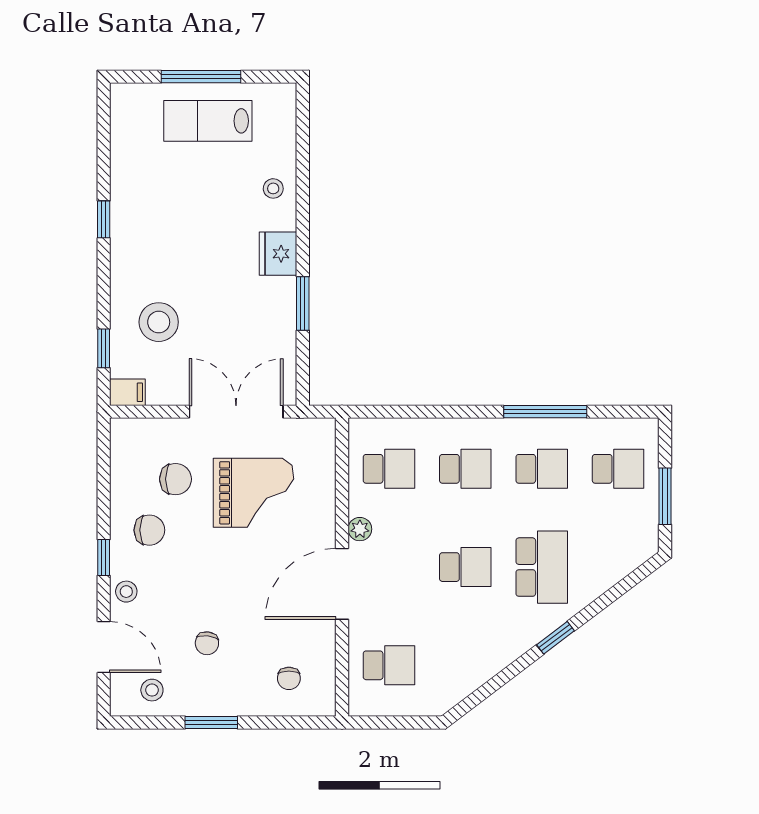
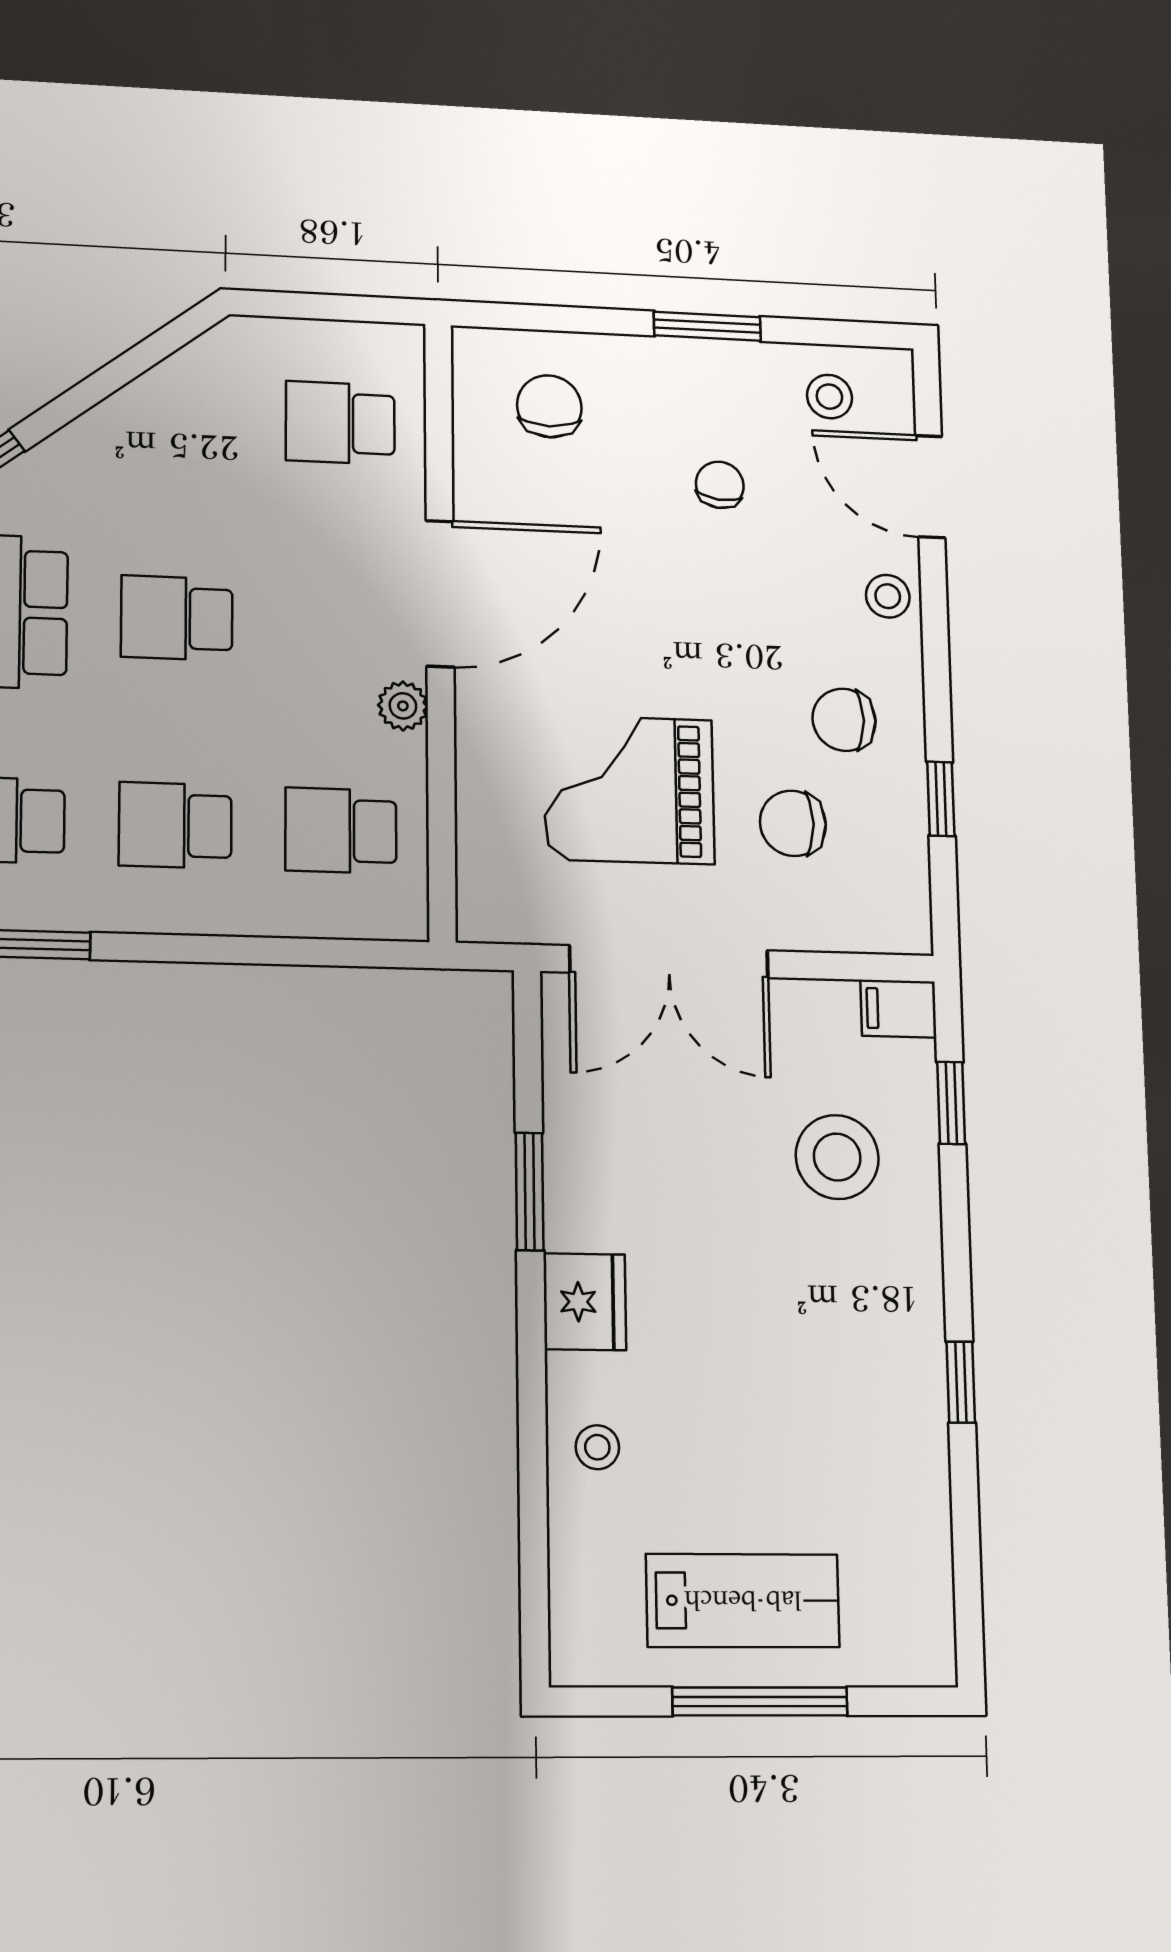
window: (104, 557) -> (941, 799), moved
chair: (289, 678) -> (549, 406), width x1.37, depth x1.37

